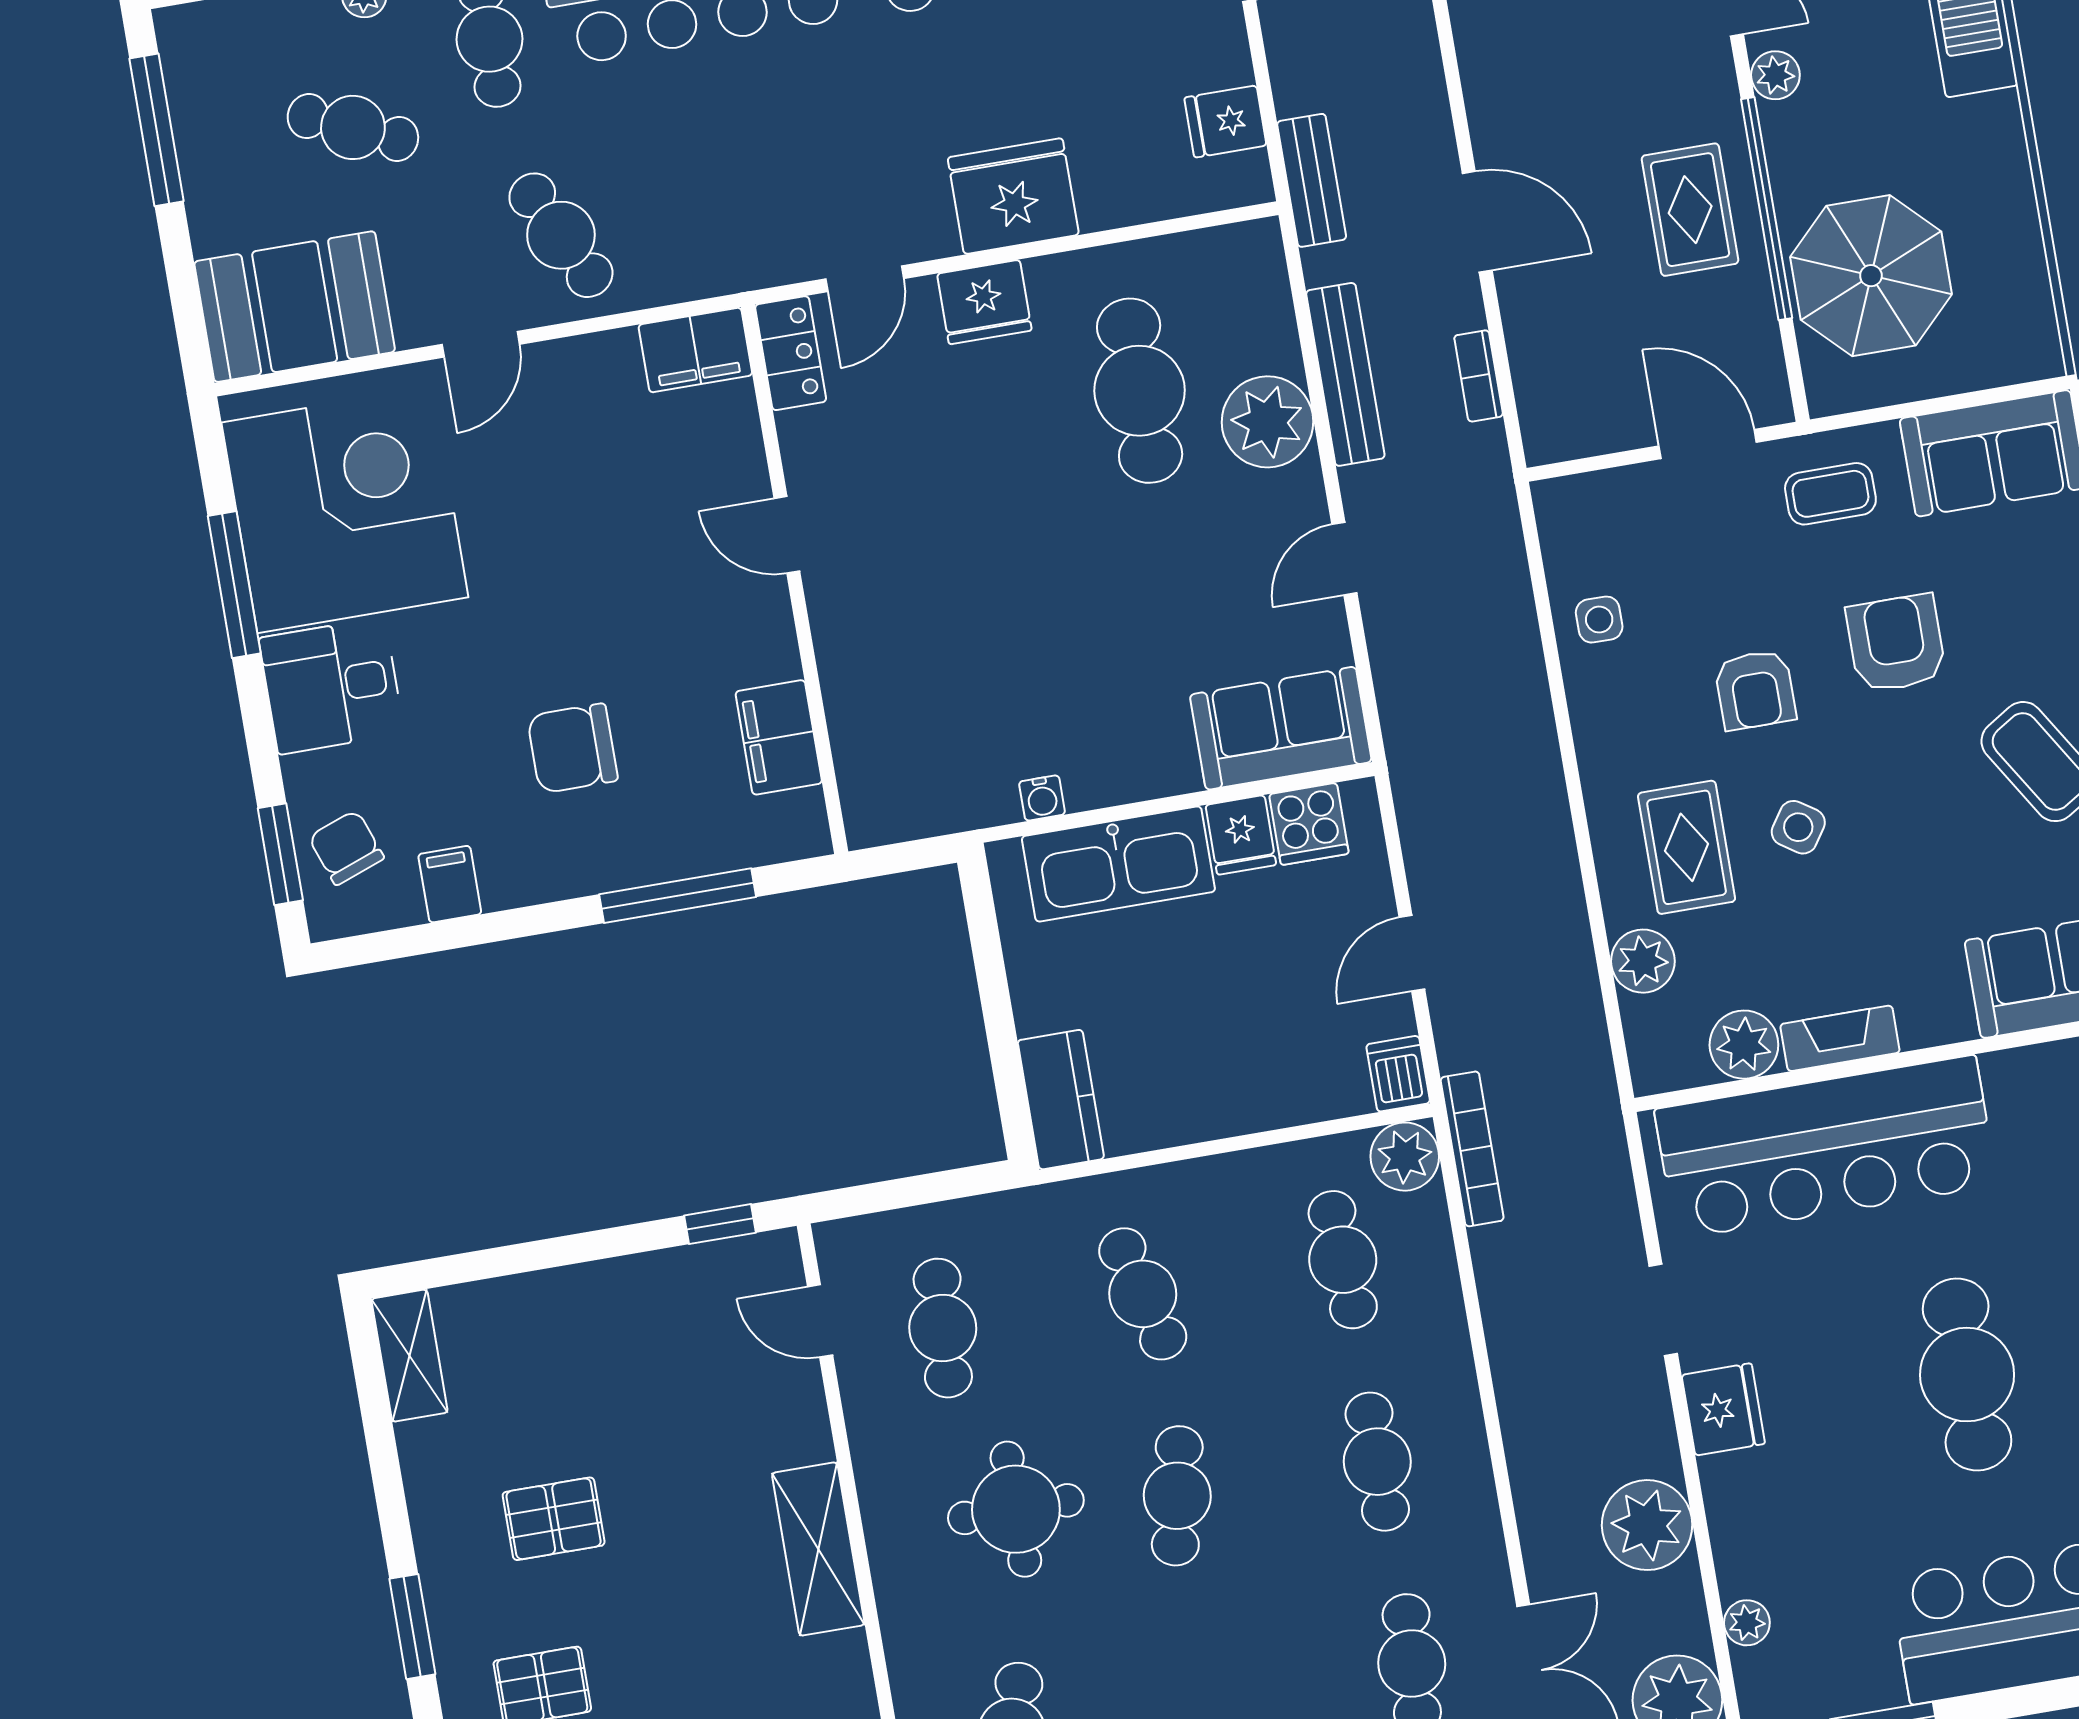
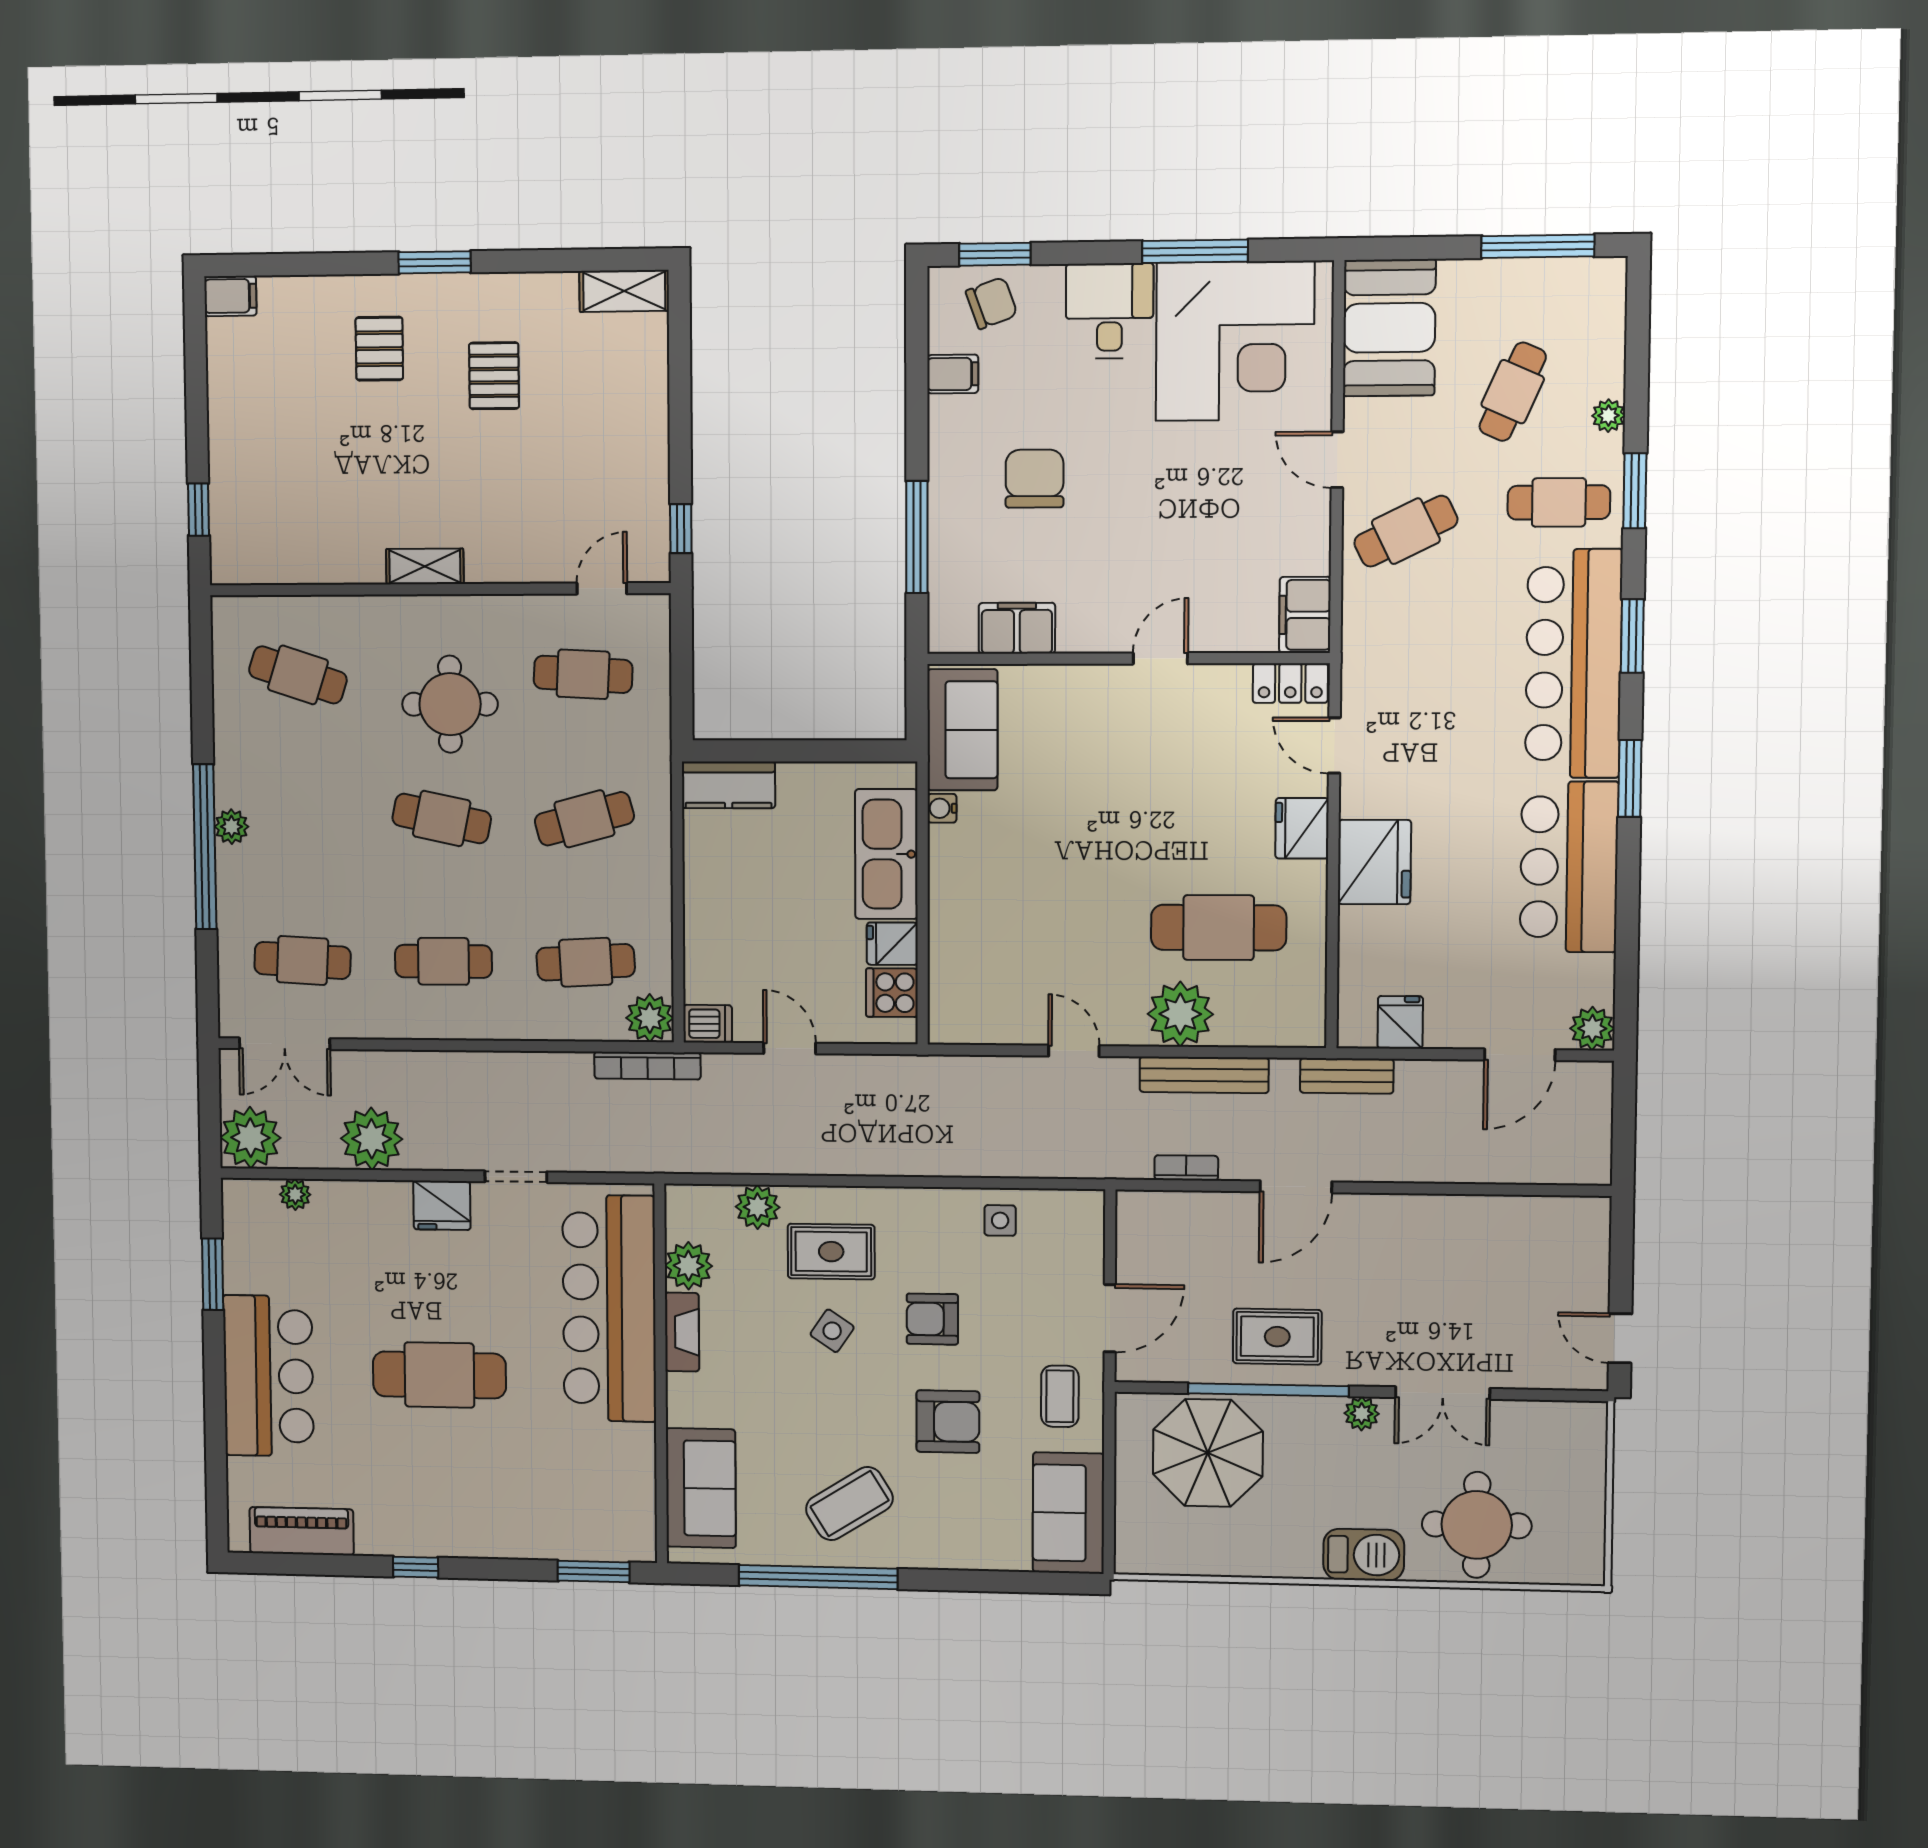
sofa: (1281, 728) -> (962, 730), moved
shelving: (818, 1549) -> (425, 566), width x0.67, depth x0.75

